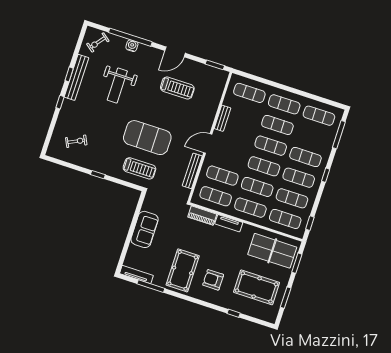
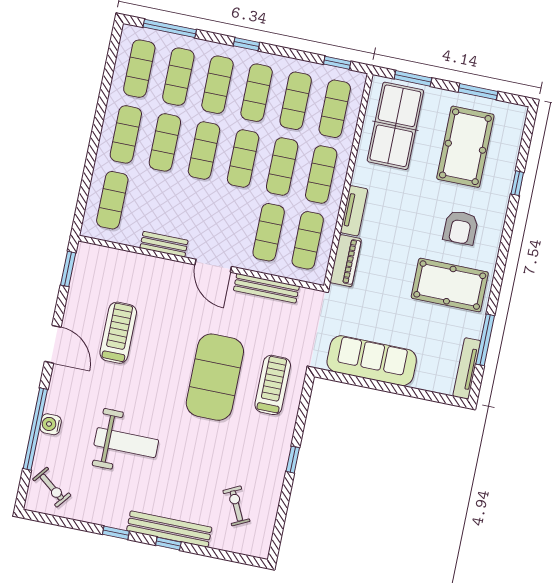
bench: (76, 77) -> (169, 529), moved
exercise mat: (312, 136) -> (178, 77), added
sofa: (145, 229) -> (372, 361), width x1.36

